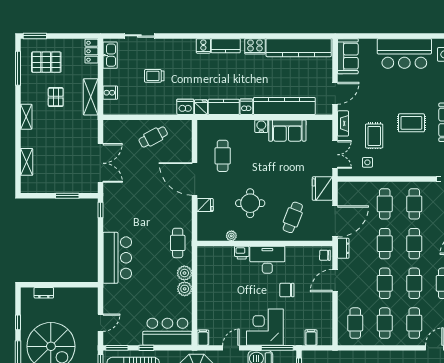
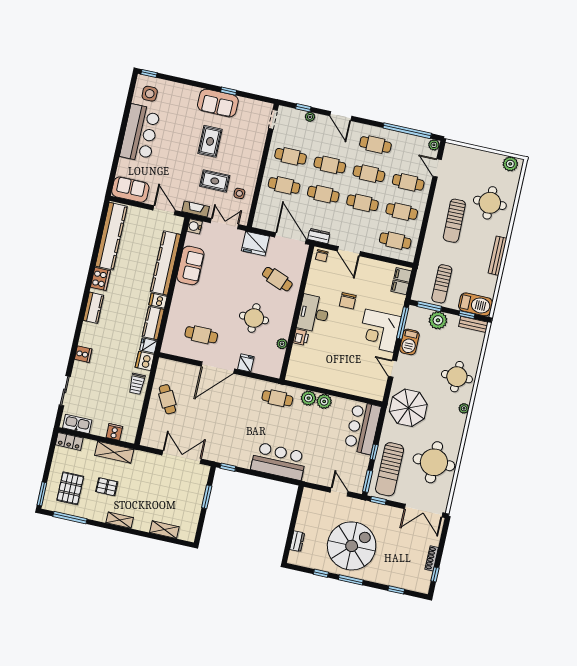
cooker: (203, 46) -> (83, 354), moved
trolley: (154, 76) -> (137, 384), moved
water cooler: (261, 126) -> (195, 226), moved
filing cabinet: (203, 338) -> (403, 275), moved

